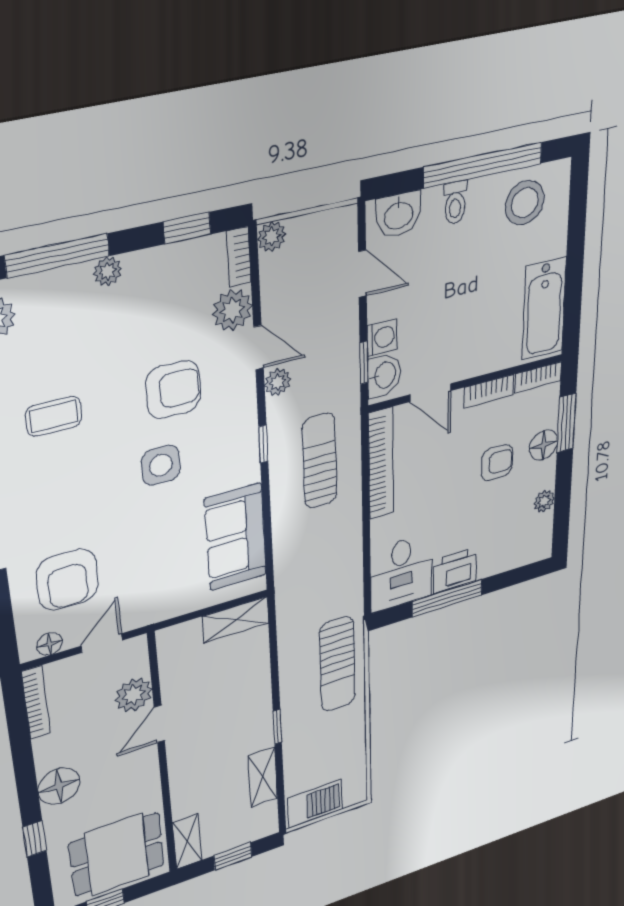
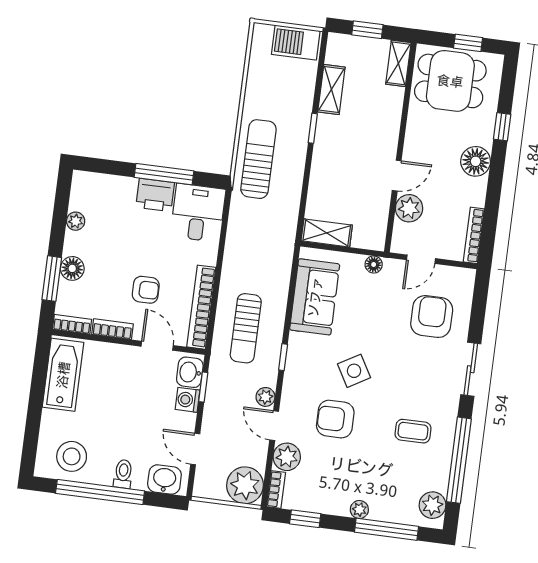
plant: (272, 237) -> (245, 485), width x1.88, depth x1.88
armchair: (497, 463) -> (146, 290), moved, turned 180
side table: (161, 465) -> (354, 371), turned -30
floor lamp: (49, 644) -> (374, 265), moved

